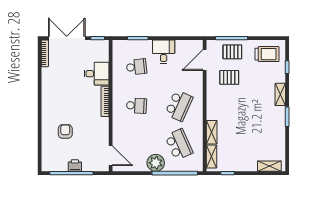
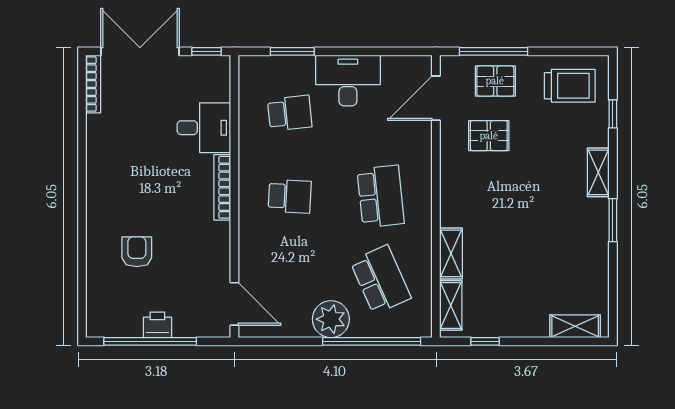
desk: (164, 52) -> (348, 80), width x1.37
school desk: (179, 106) -> (381, 196), turned -30

